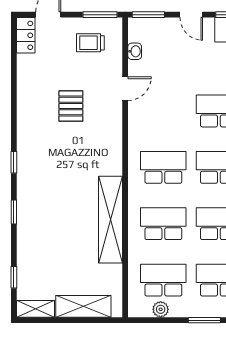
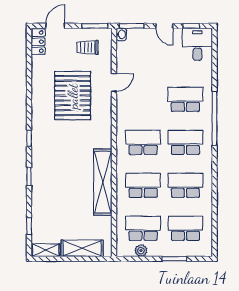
washbasin: (135, 51) -> (121, 34), moved
pallet: (71, 106) -> (73, 96), width x2.05, depth x2.00

